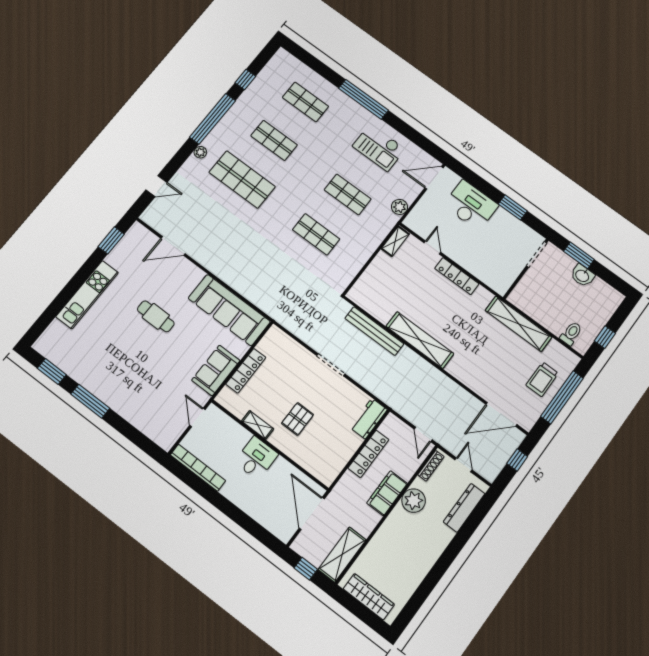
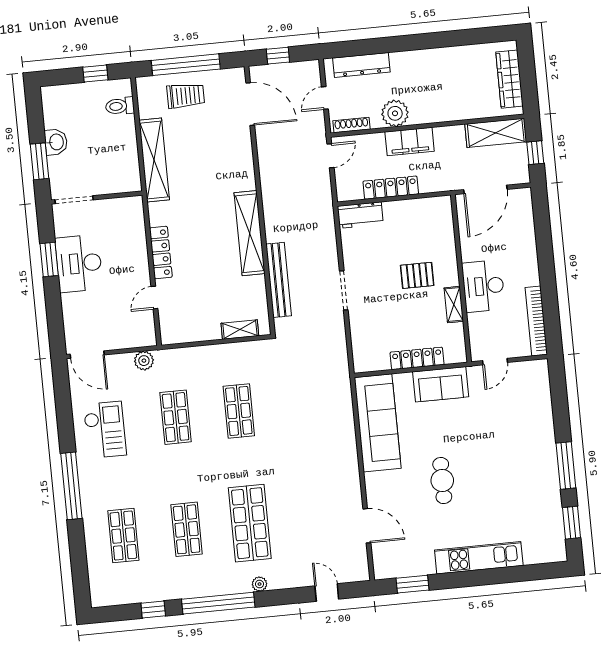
desk: (471, 205) -> (79, 263), moved
shelving: (395, 241) -> (240, 330), moved
desk: (256, 458) -> (483, 286), width x1.37

